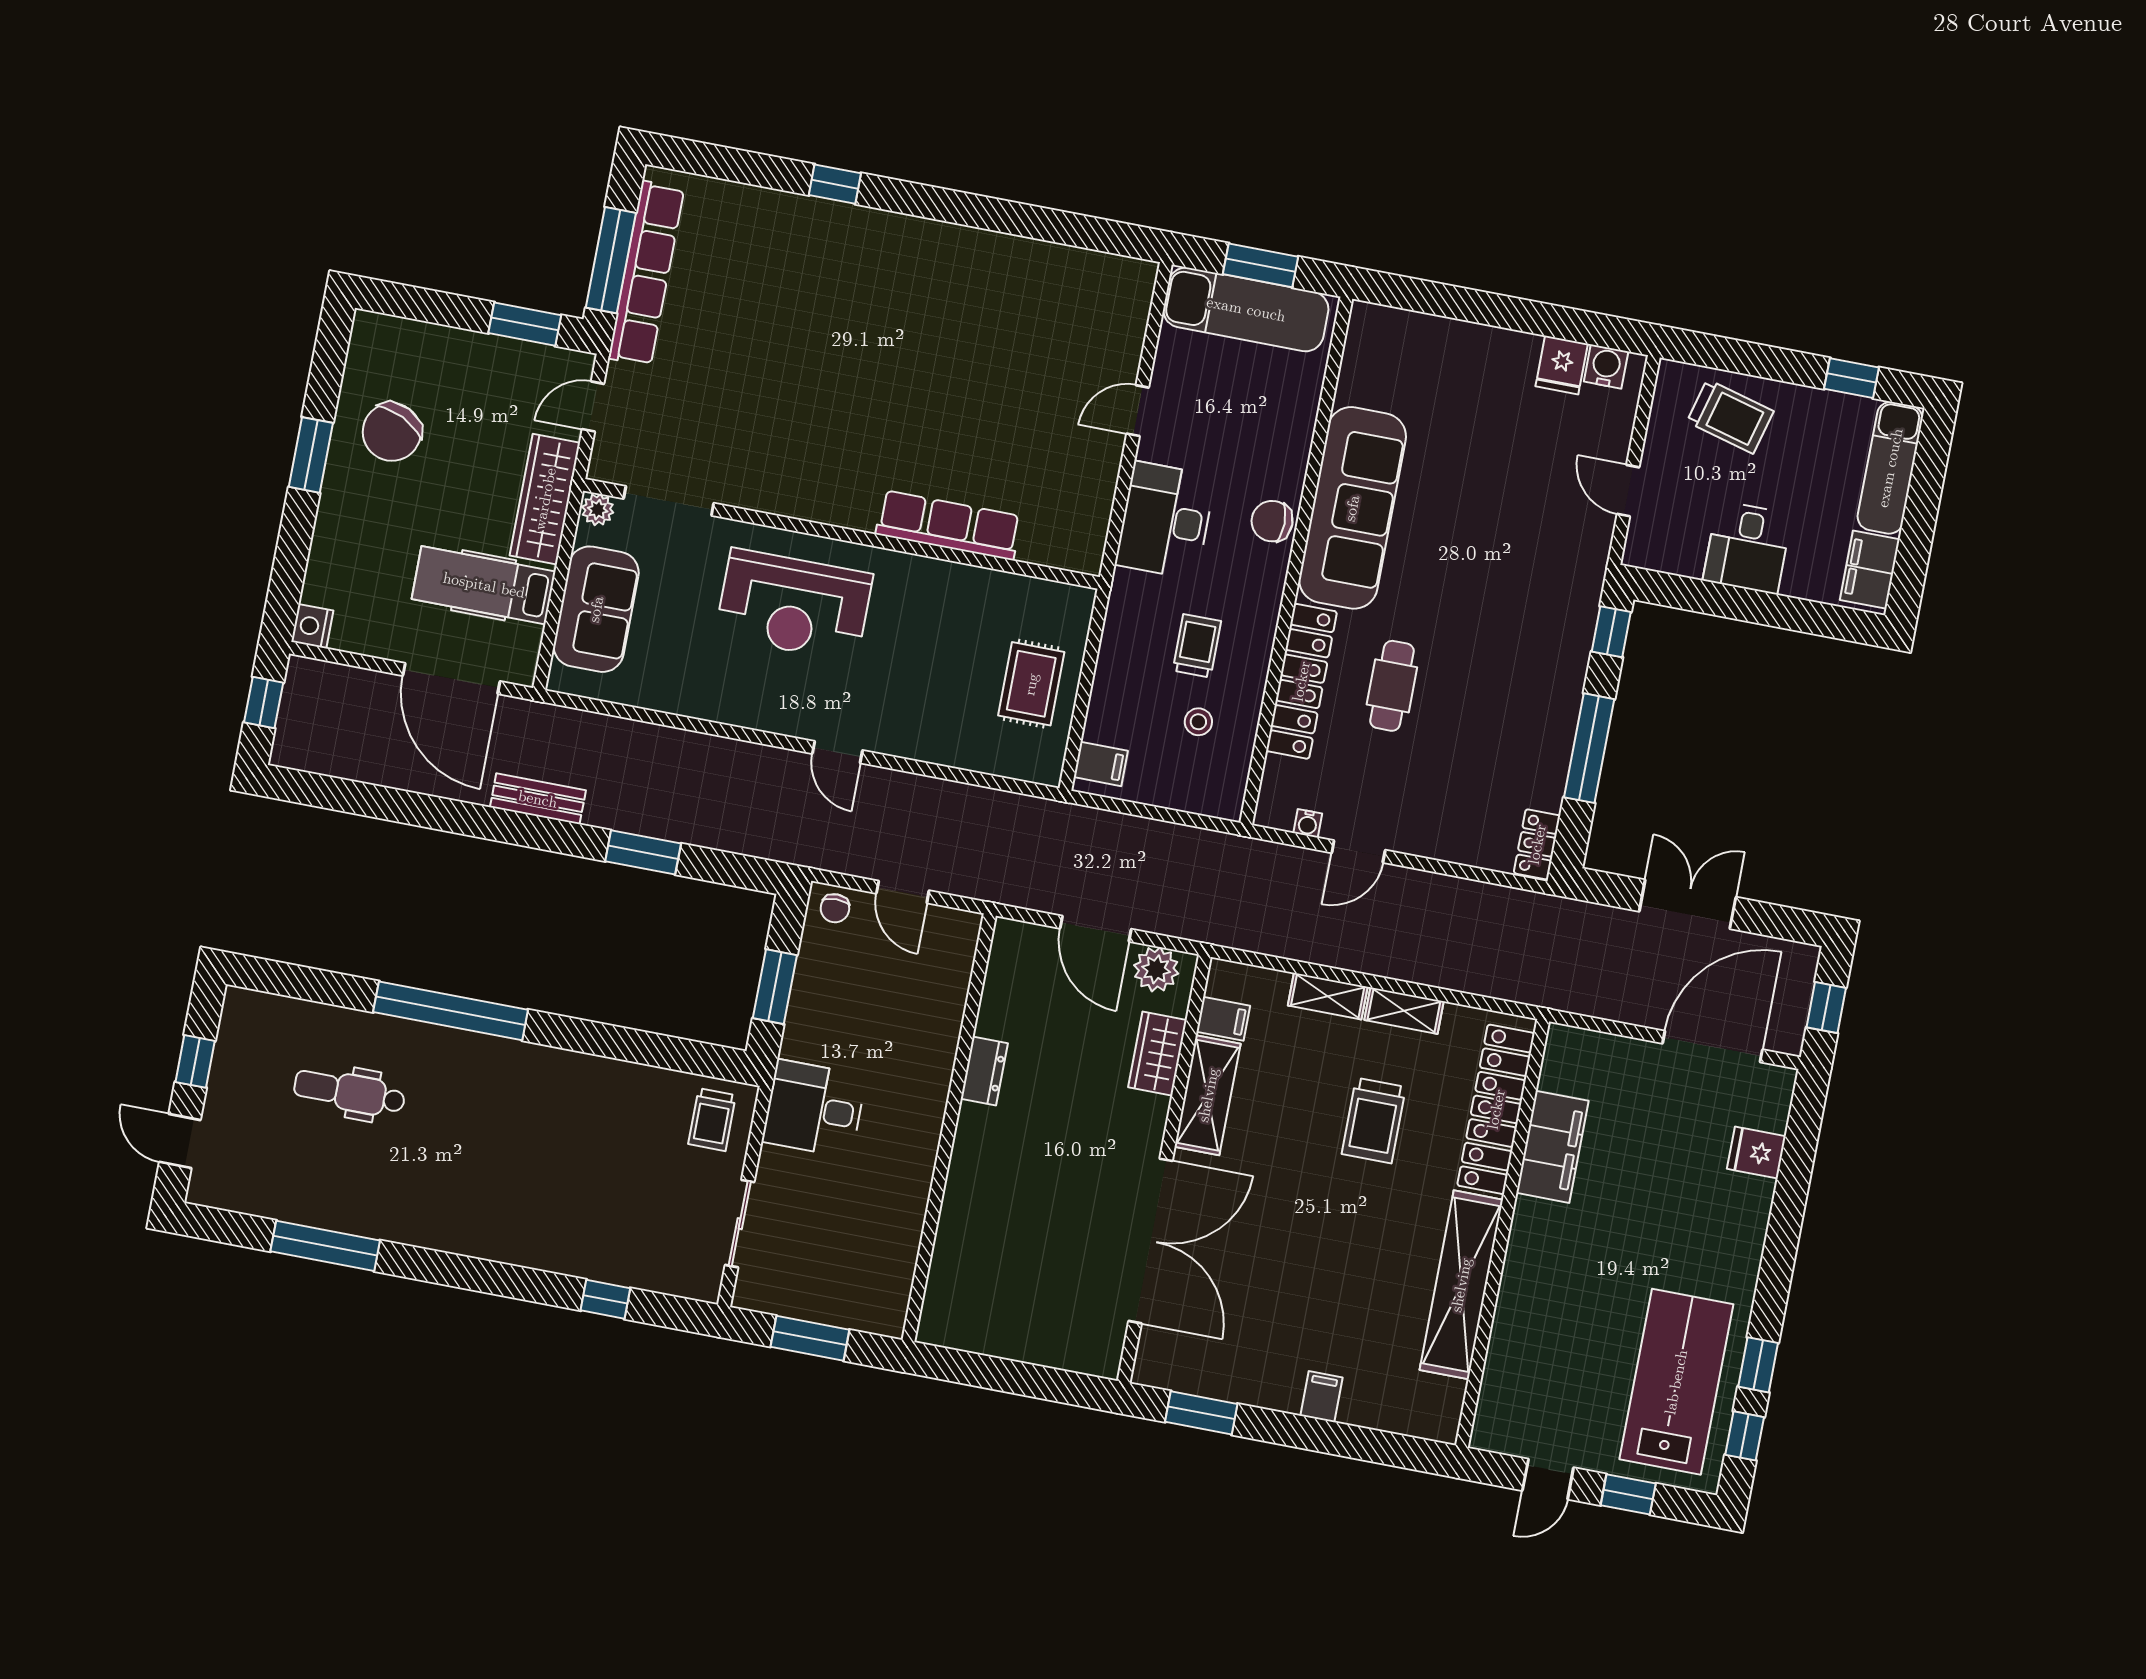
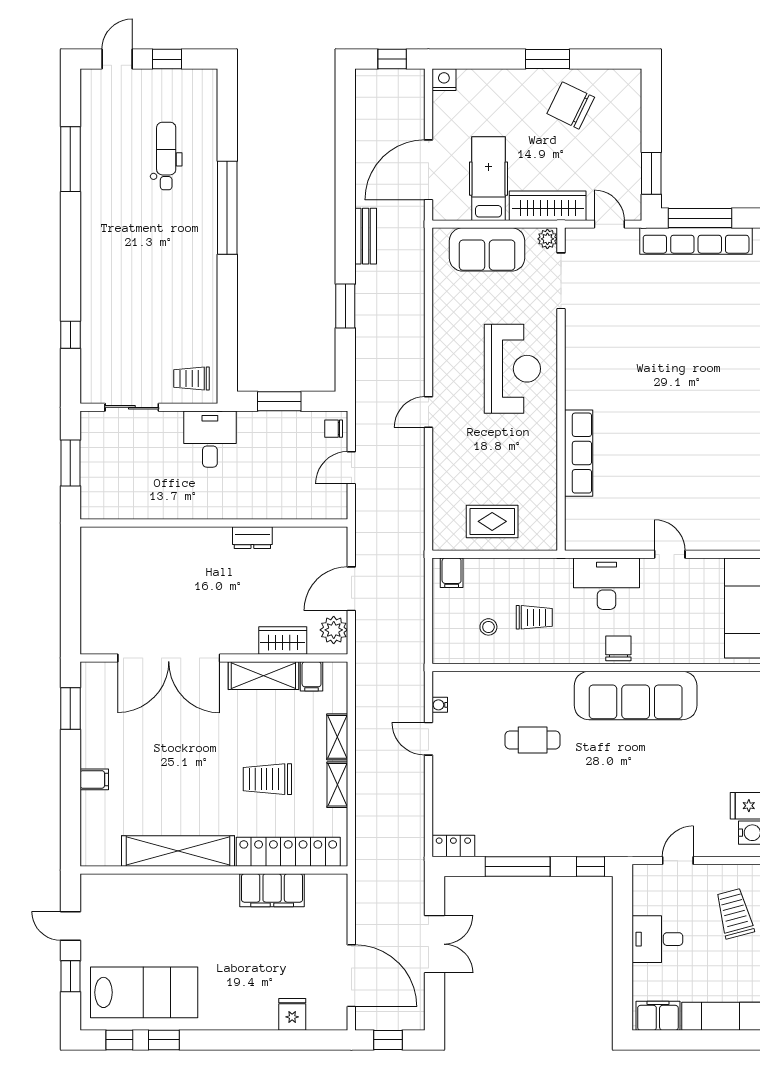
trolley: (1730, 416) -> (735, 914), turned 150
reception desk: (794, 605) -> (512, 369), turned 180
locker: (1301, 681) -> (525, 685), removed

